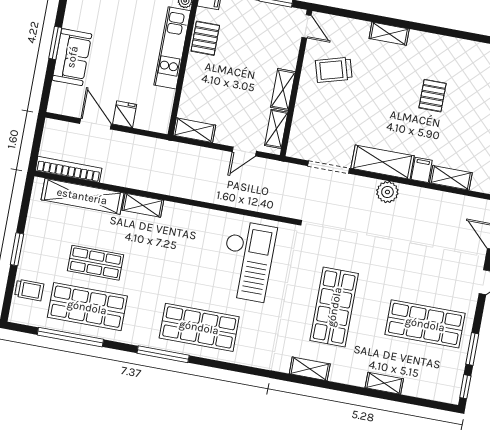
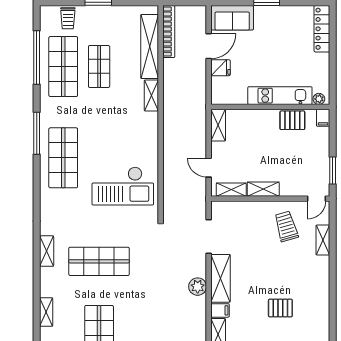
shelving: (389, 34) -> (323, 240), moved
sofa: (72, 57) -> (232, 18), moved

